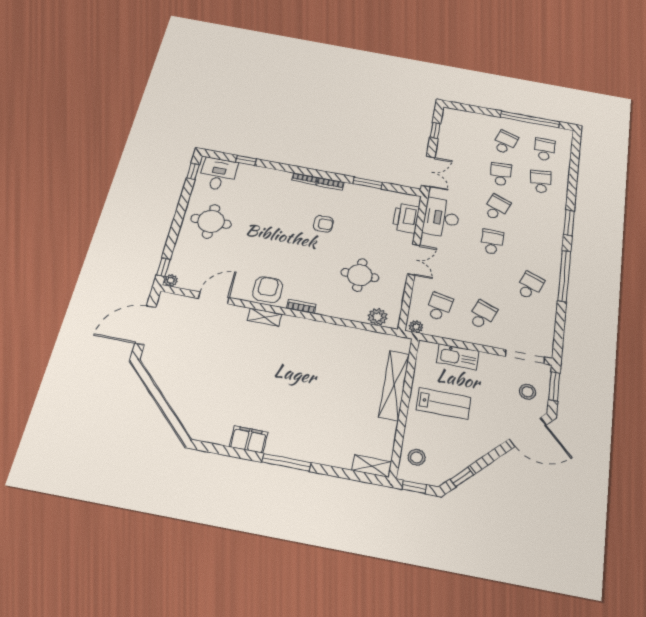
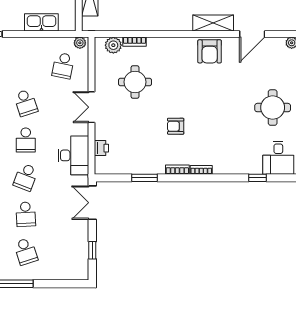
school desk: (505, 142) -> (26, 251), turned -36
printer: (406, 218) -> (101, 148), width x0.53, depth x0.68
bookcase: (301, 306) -> (134, 42), moved
school desk: (482, 315) -> (26, 103), moved, turned -39
shelving: (265, 317) -> (213, 23), width x1.50, depth x1.33

